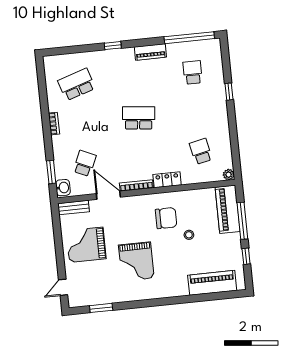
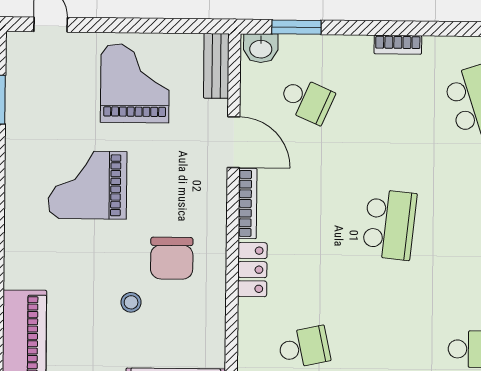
door: (108, 195) -> (234, 142), hinge flipped

